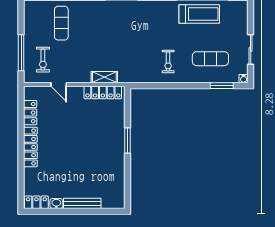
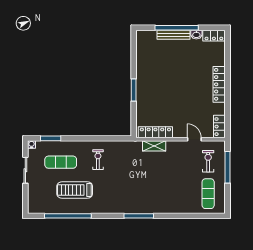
treadmill: (199, 14) -> (75, 190), moved
exercise mat: (61, 23) -> (208, 194), moved
locker: (30, 113) -> (219, 127), moved
window: (79, 211) -> (177, 28), added

